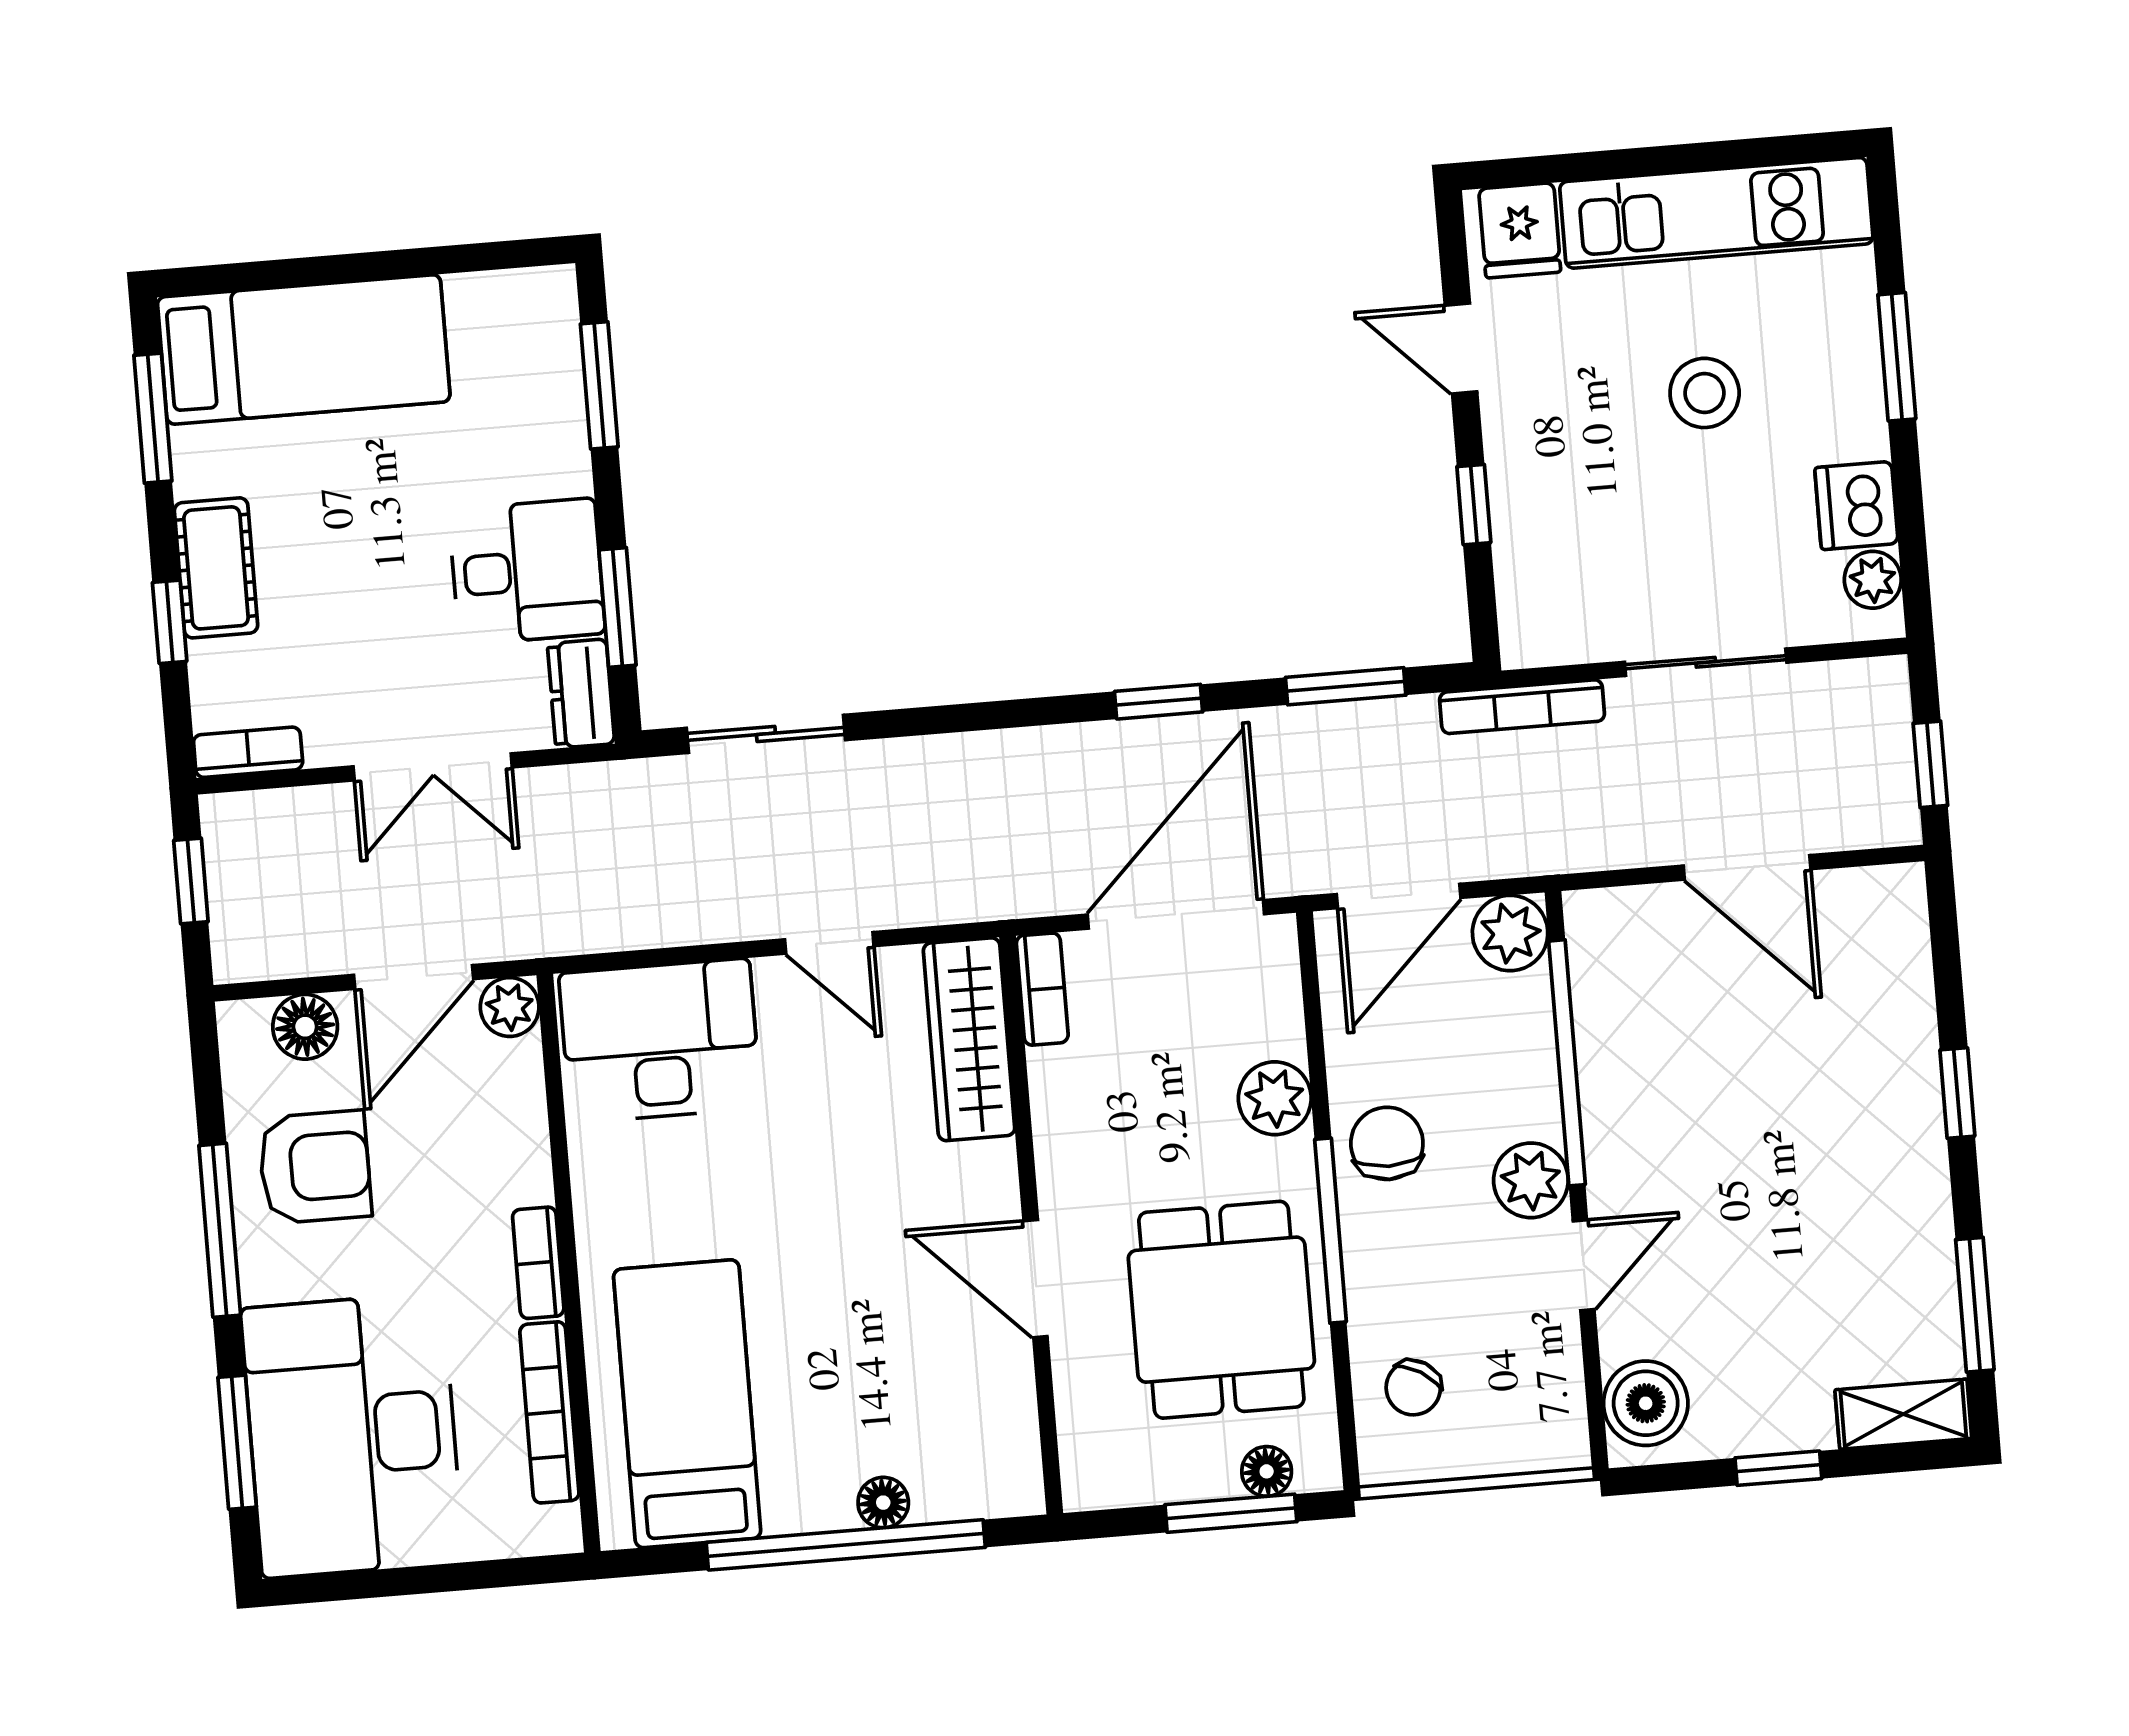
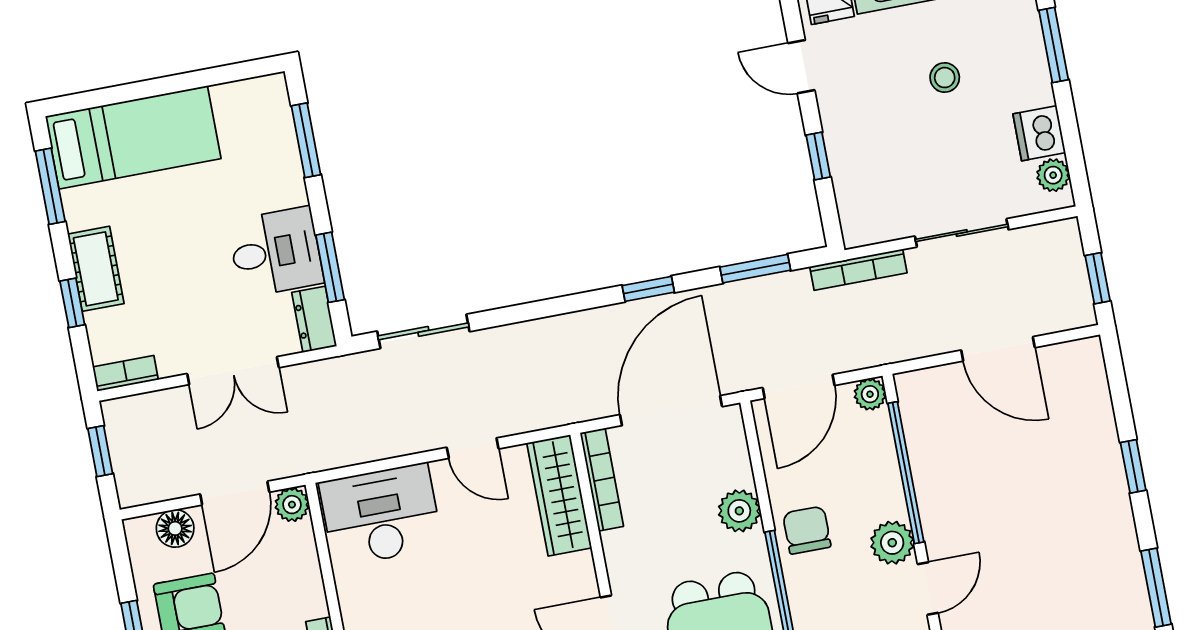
stool: (1705, 393) -> (945, 78), width x0.73, depth x0.73
plant: (1510, 933) -> (870, 394), width x0.73, depth x0.73
bookcase: (1042, 989) -> (602, 480), width x1.56

